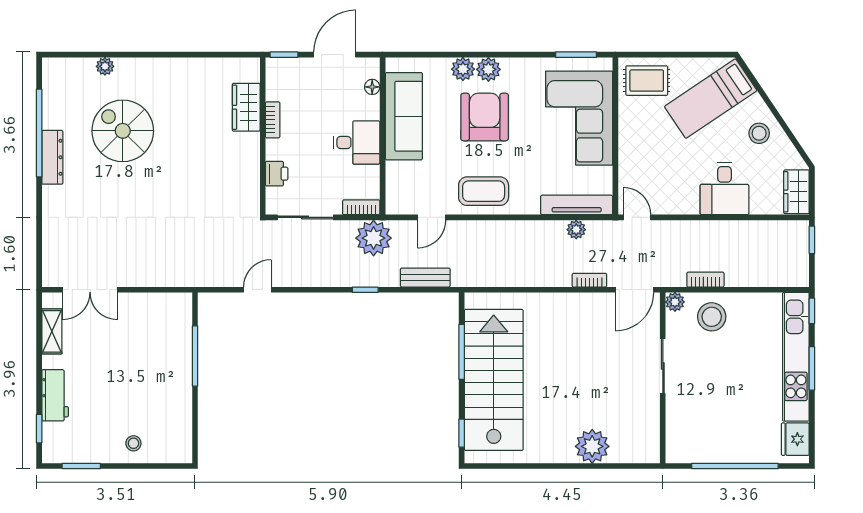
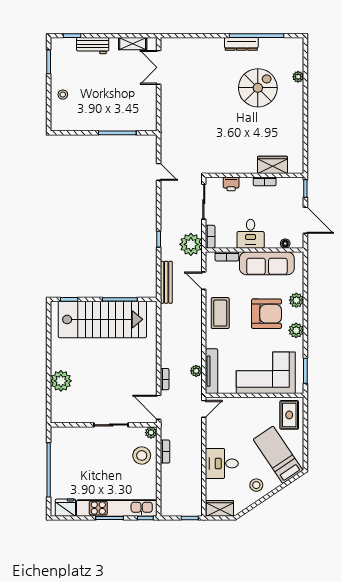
plant: (488, 69) -> (296, 330), moved
bookcase: (393, 180) -> (227, 256), added
bench: (425, 278) -> (166, 282), width x1.36

